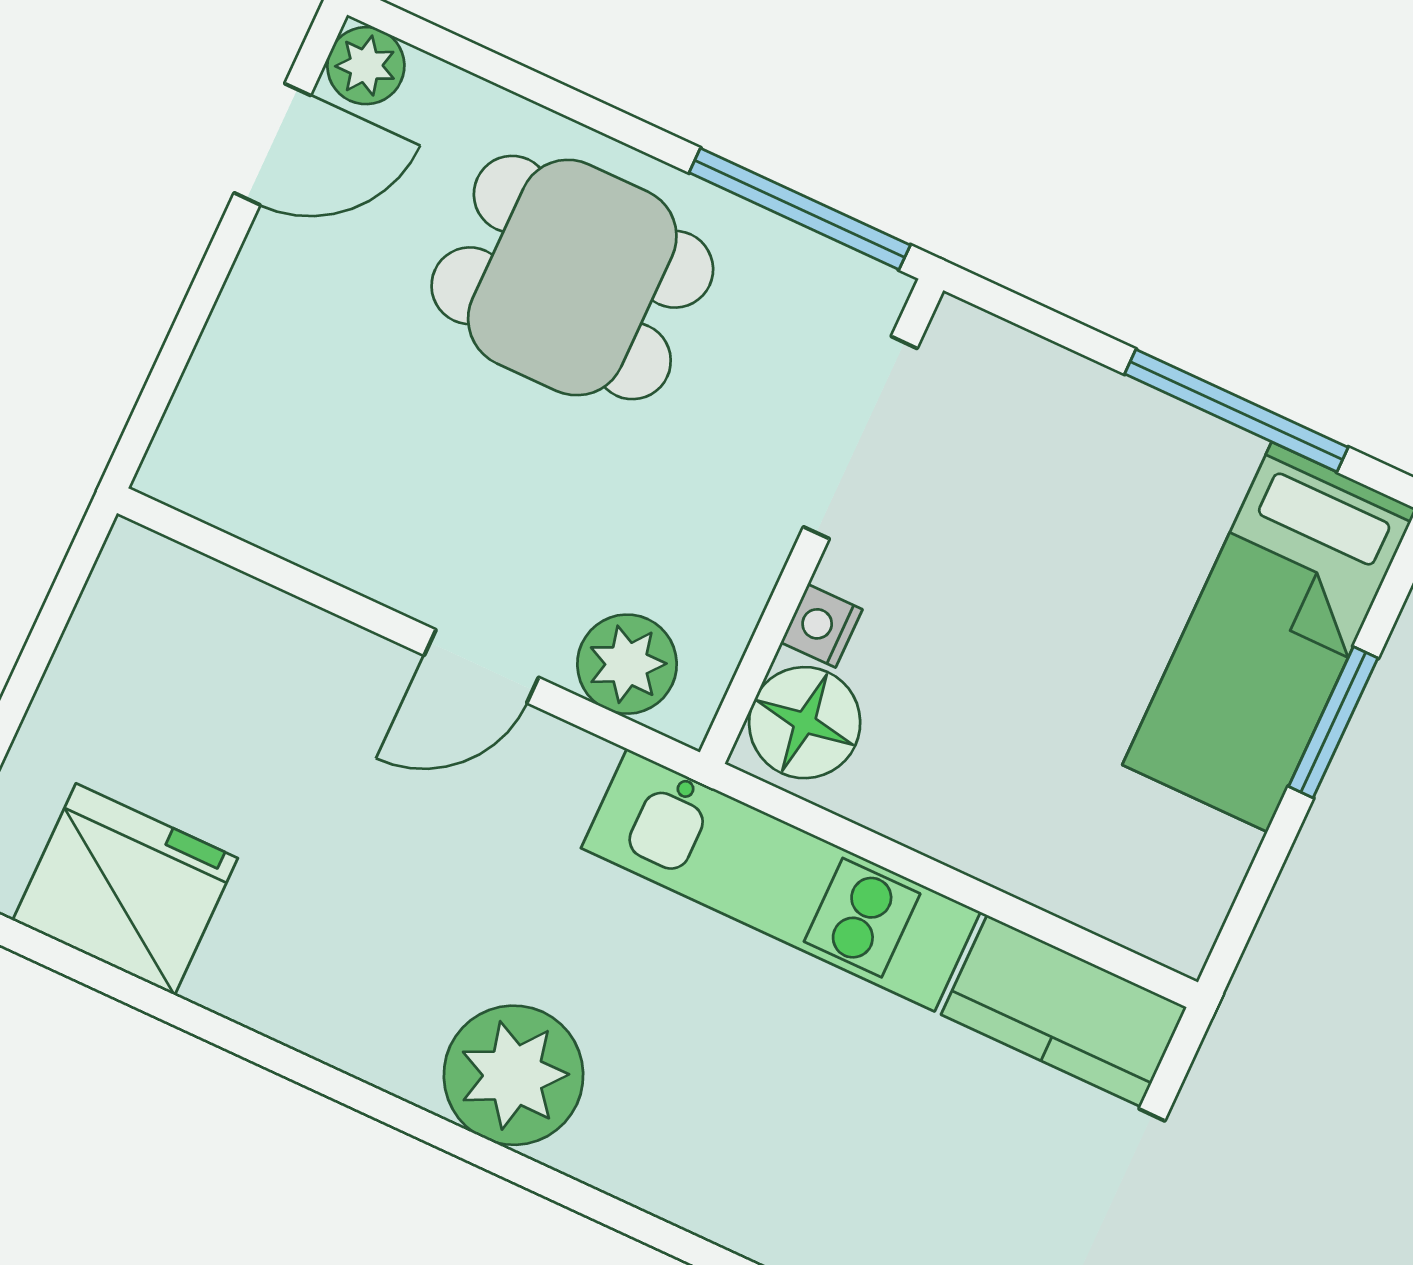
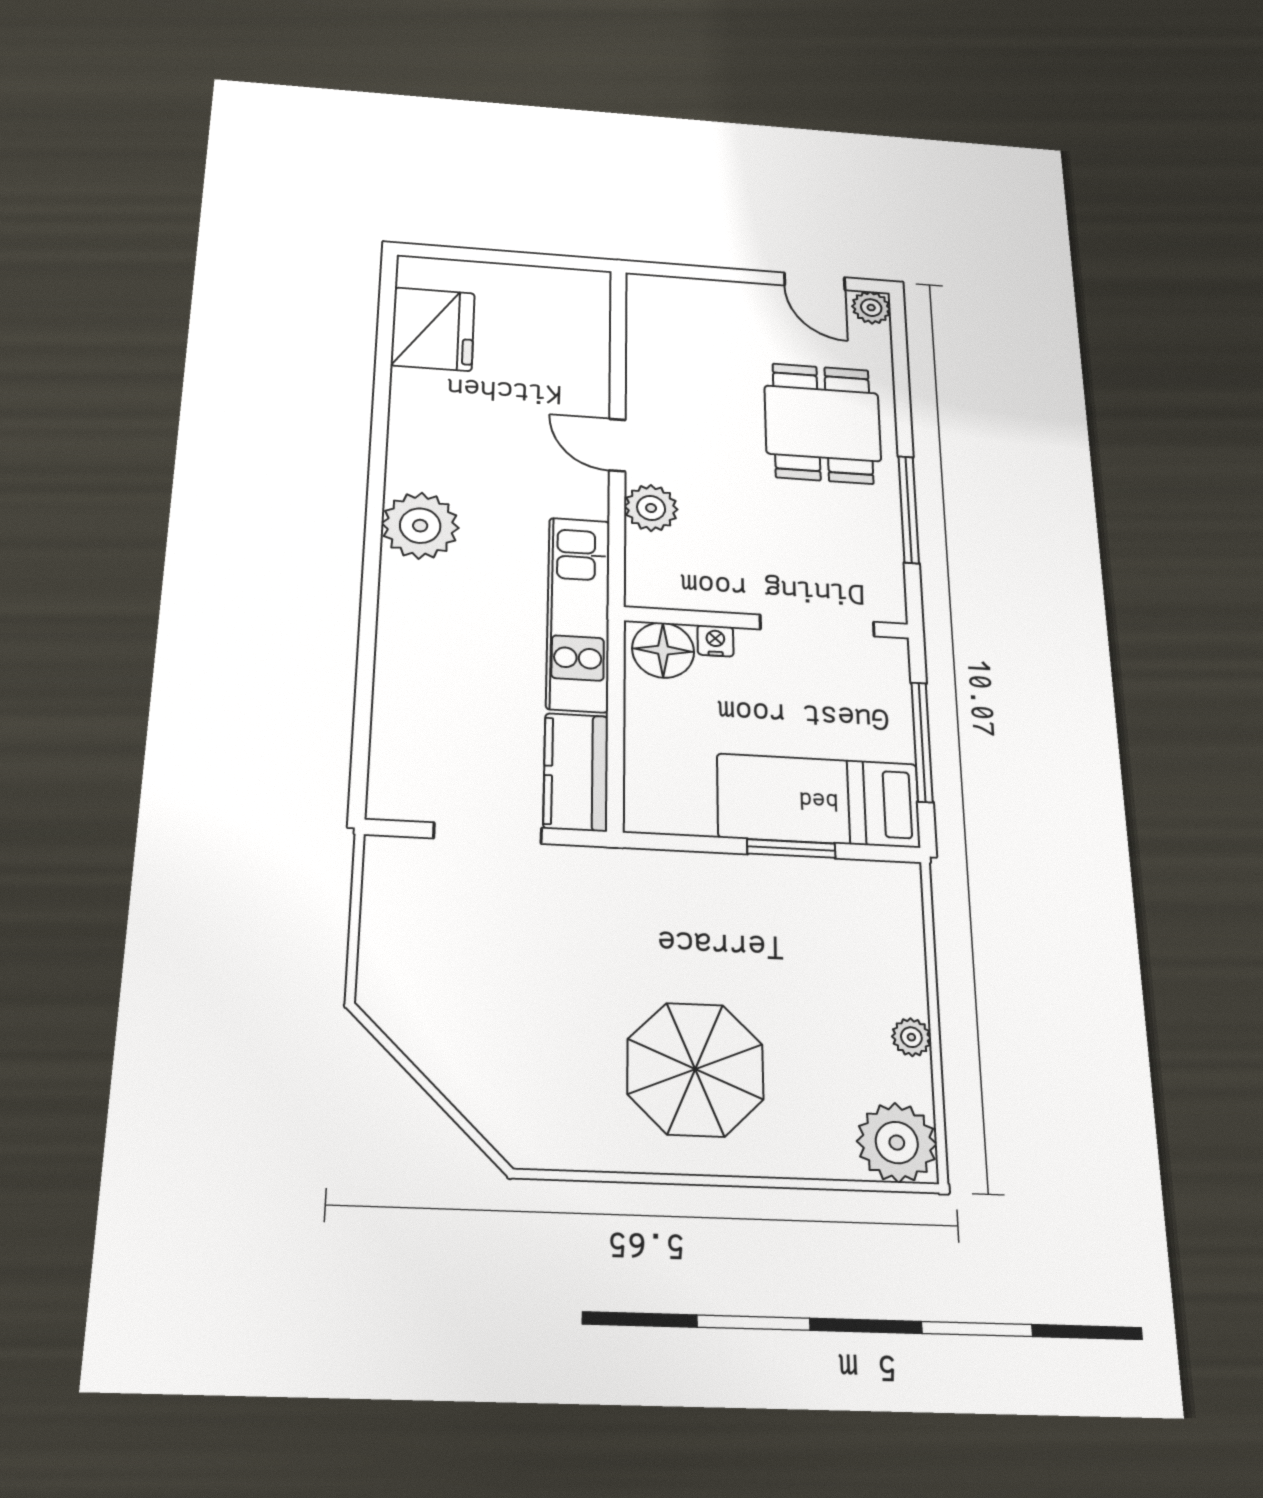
doorway: (860, 438) -> (817, 626), moved
wall: (822, 521) -> (767, 623), moved
nightstand: (822, 626) -> (715, 641), moved
floor lamp: (805, 723) -> (663, 650), moved

